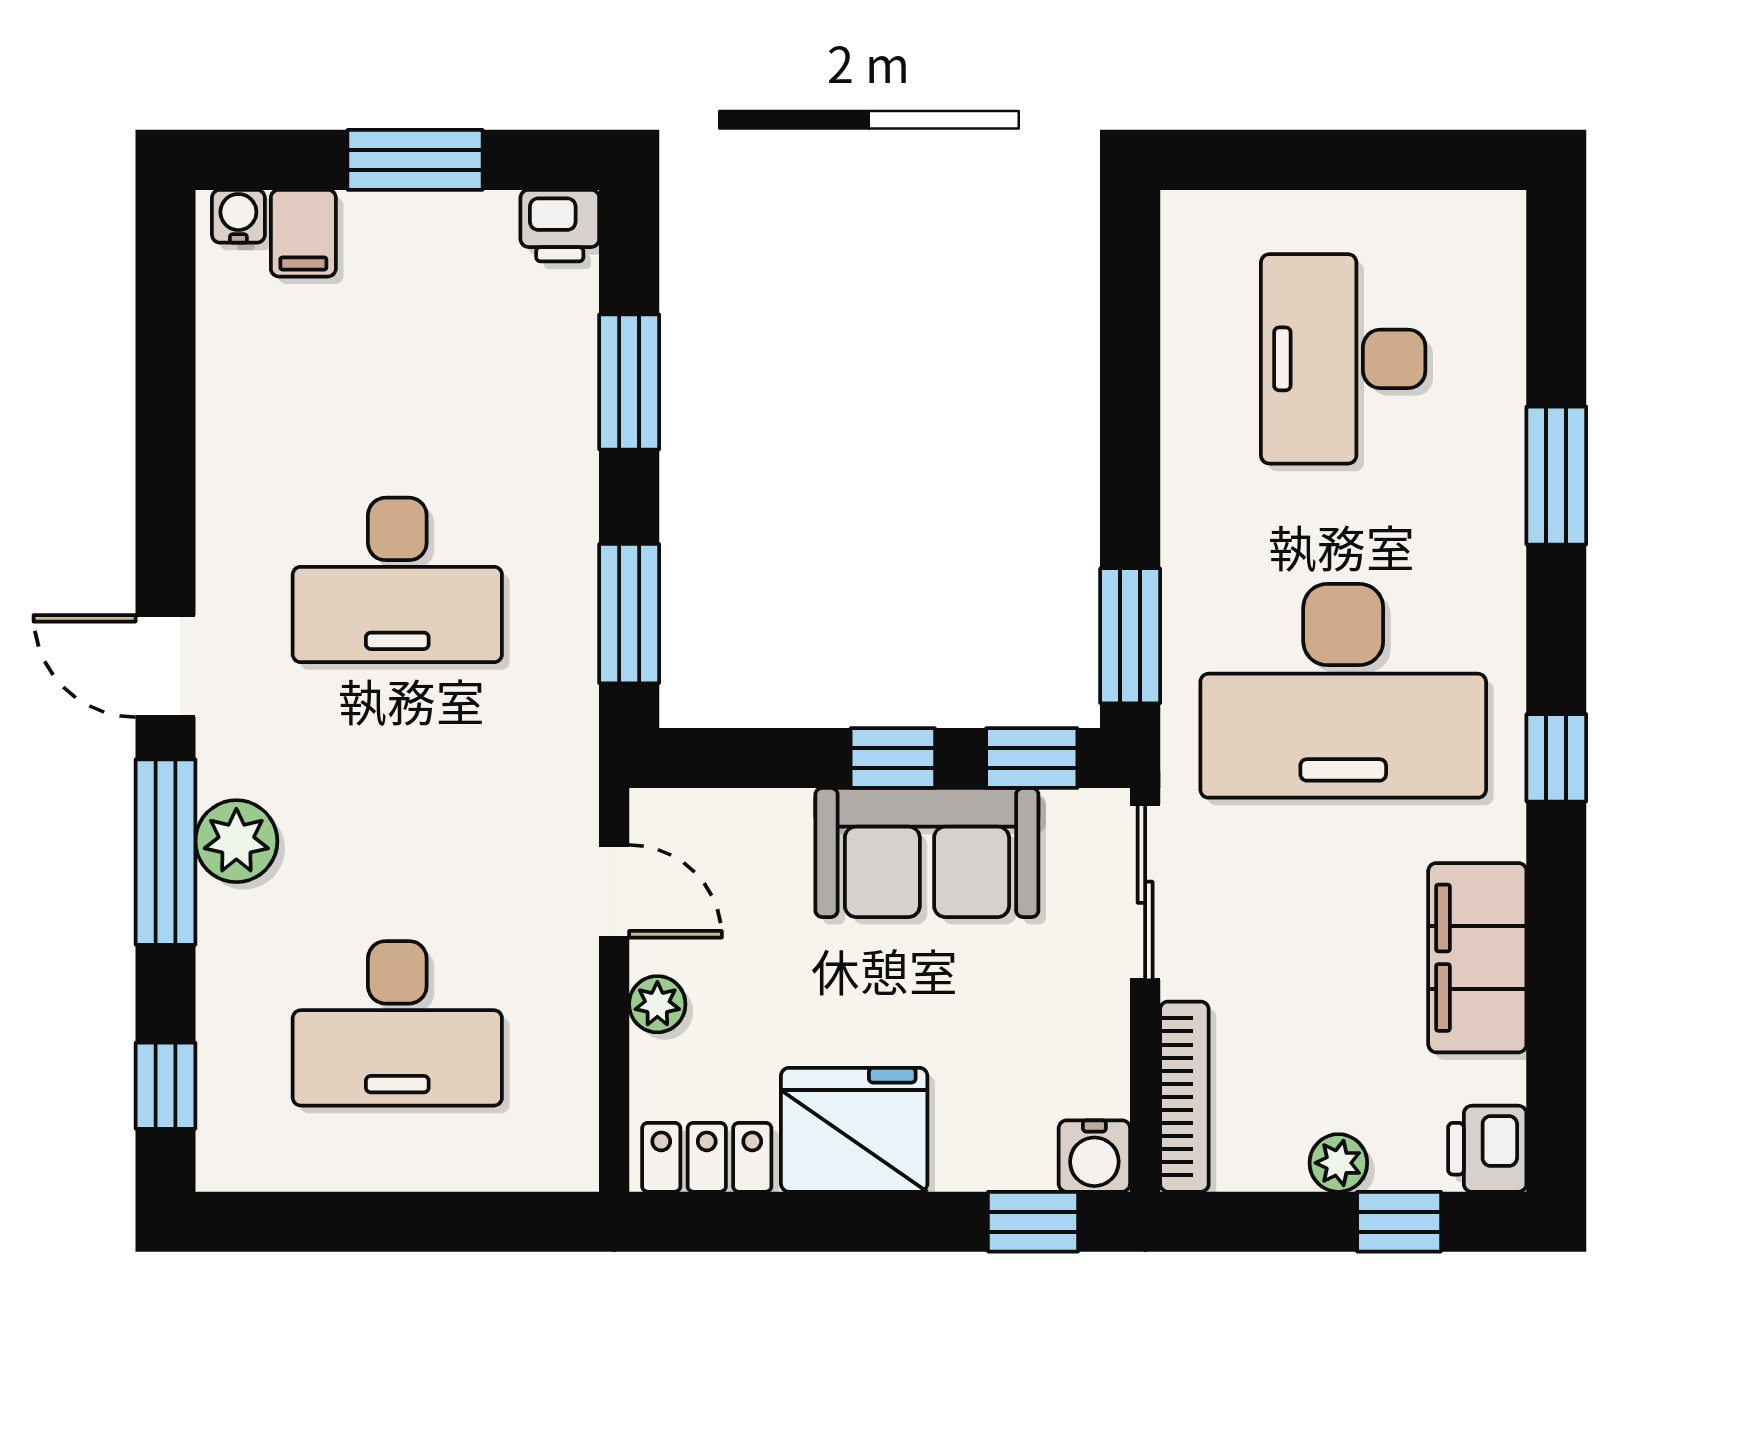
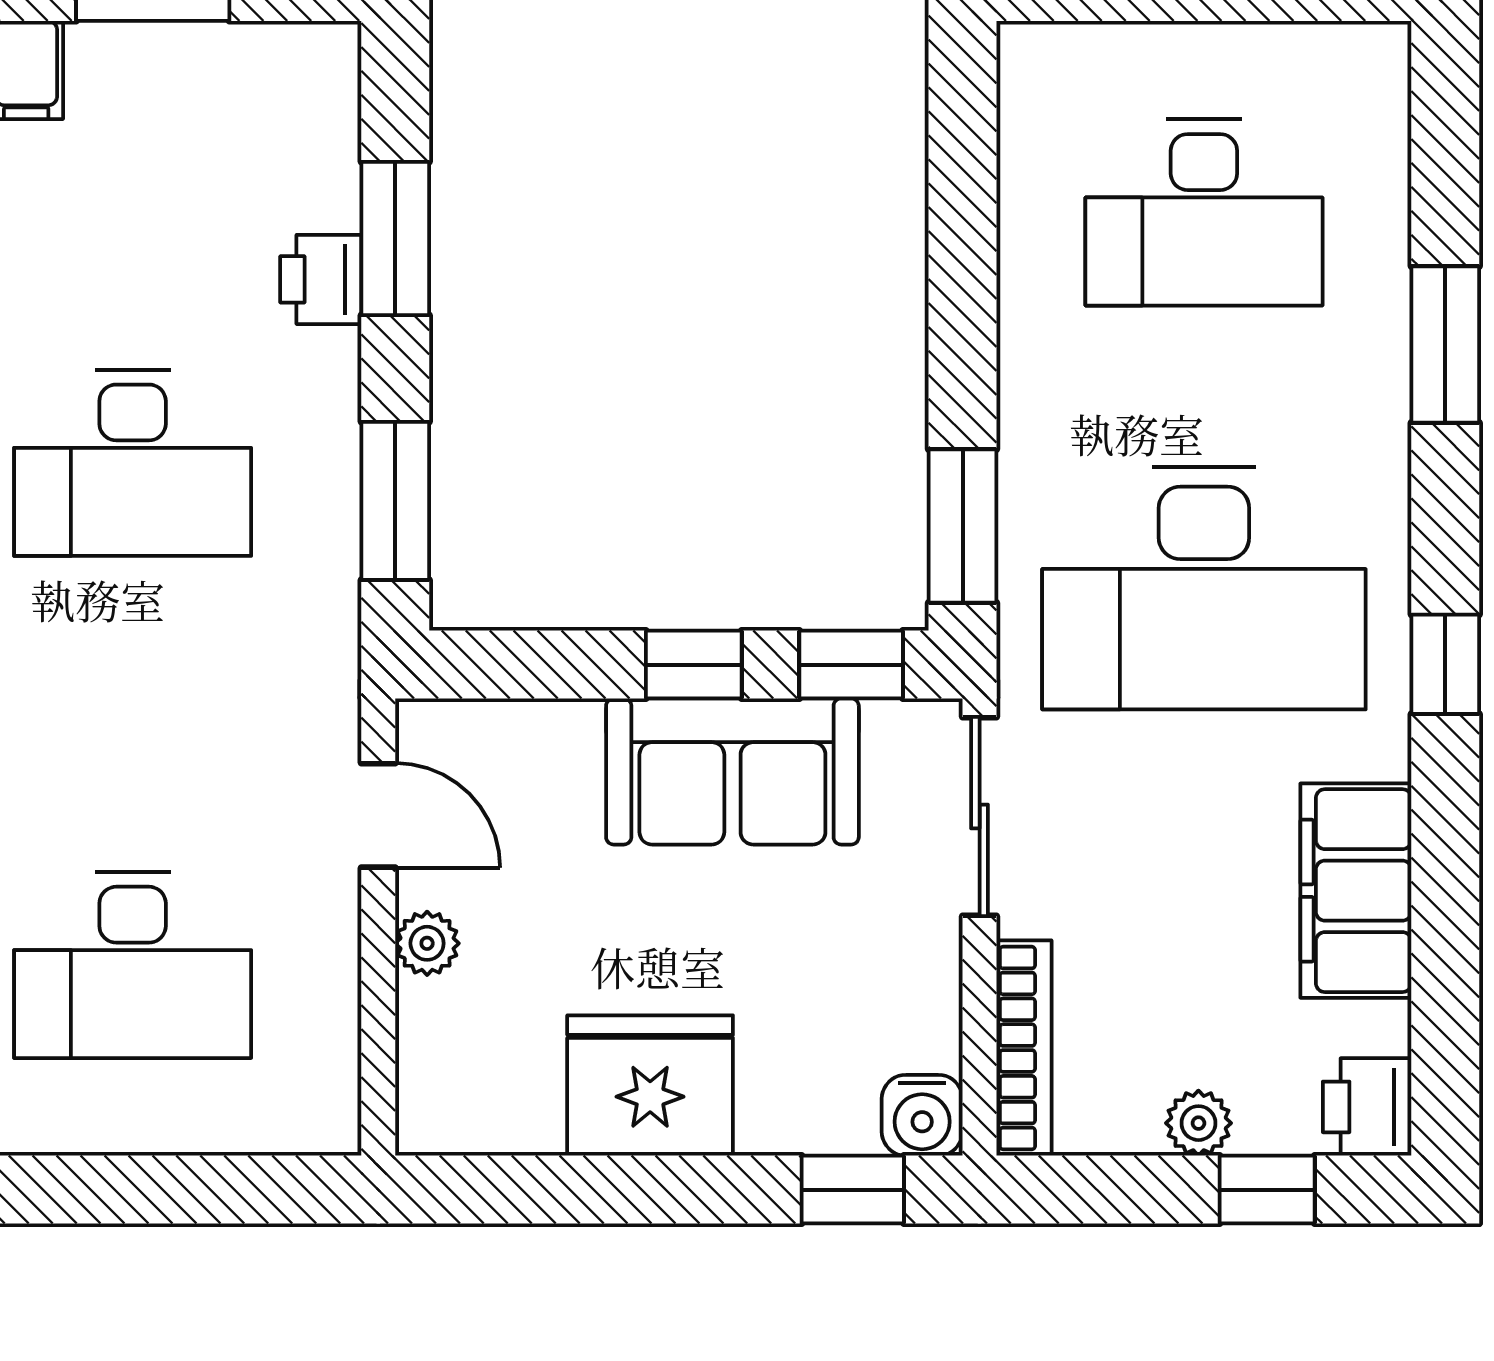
printer: (560, 226) -> (321, 279), moved, turned 90
desk: (1343, 359) -> (1204, 212), turned -90
locker: (707, 1157) -> (483, 1117), removed

